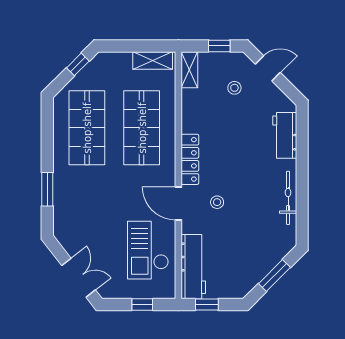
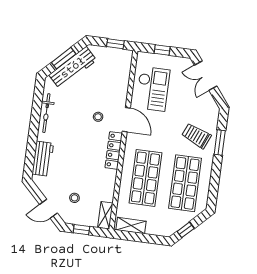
trolley: (80, 194) -> (196, 136), added
workbench: (193, 267) -> (73, 68), moved, turned -135

